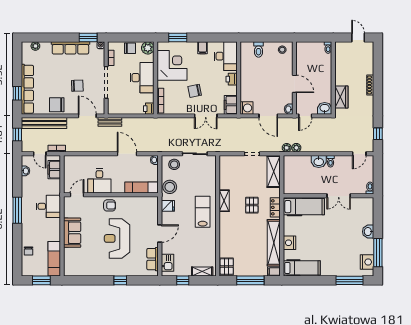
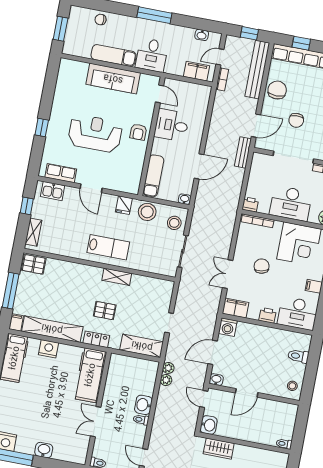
sofa: (72, 233) -> (113, 79), width x1.36
exam couch: (54, 259) -> (114, 55), moved

